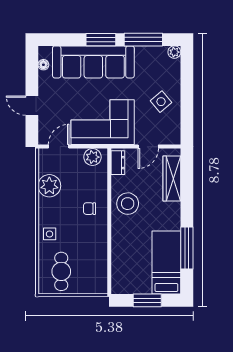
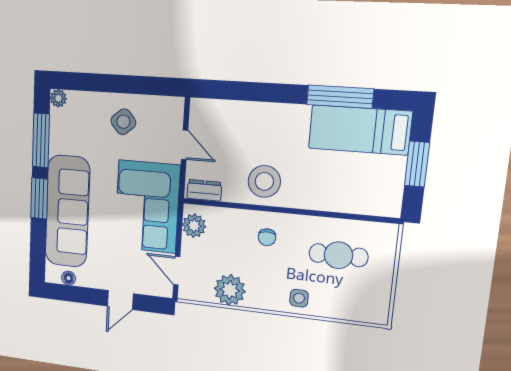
wardrobe: (172, 179) -> (233, 113), removed
cafe table: (61, 271) -> (338, 255), moved

